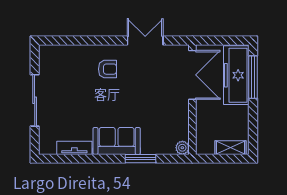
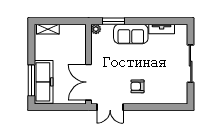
double door: (192, 75) -> (89, 82), moved
wall: (192, 100) -> (89, 64), moved
plant: (182, 148) -> (96, 29), moved

